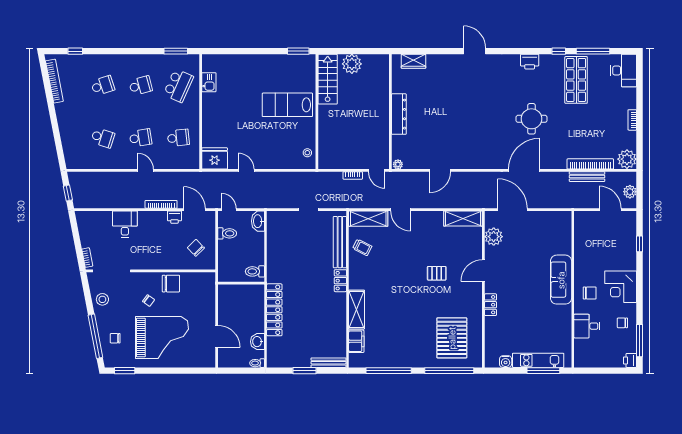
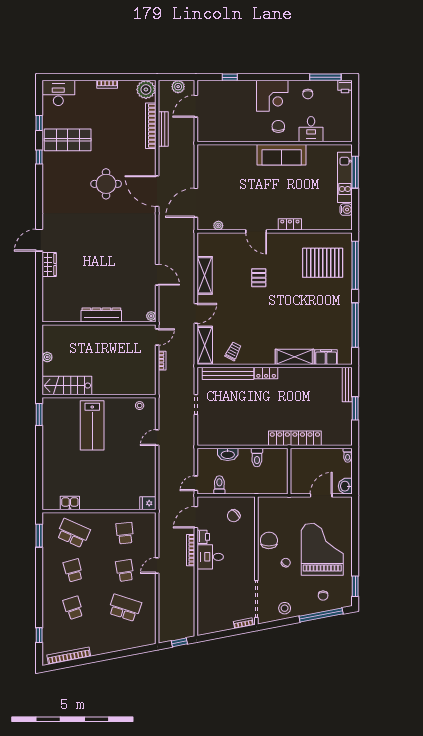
window: (593, 51) -> (39, 123), width x0.46
wardrobe: (413, 61) -> (49, 264), moved
printer: (530, 62) -> (49, 186), removed
plant: (352, 64) -> (47, 357), width x0.53, depth x0.53
school desk: (103, 138) -> (125, 608), width x1.85
fridge: (215, 158) -> (148, 503), width x0.53, depth x0.75
door: (246, 170) -> (157, 438), moved
shelving: (463, 218) -> (205, 275), moved
washbasin: (258, 221) -> (228, 454), moved
desk: (125, 224) -> (210, 557), moved
plant: (494, 237) -> (218, 226), width x0.53, depth x0.53
sofa: (561, 280) -> (282, 155), moved
wall: (241, 283) -> (289, 471), moved
washbasin: (257, 342) -> (345, 486), moved, turned 90

